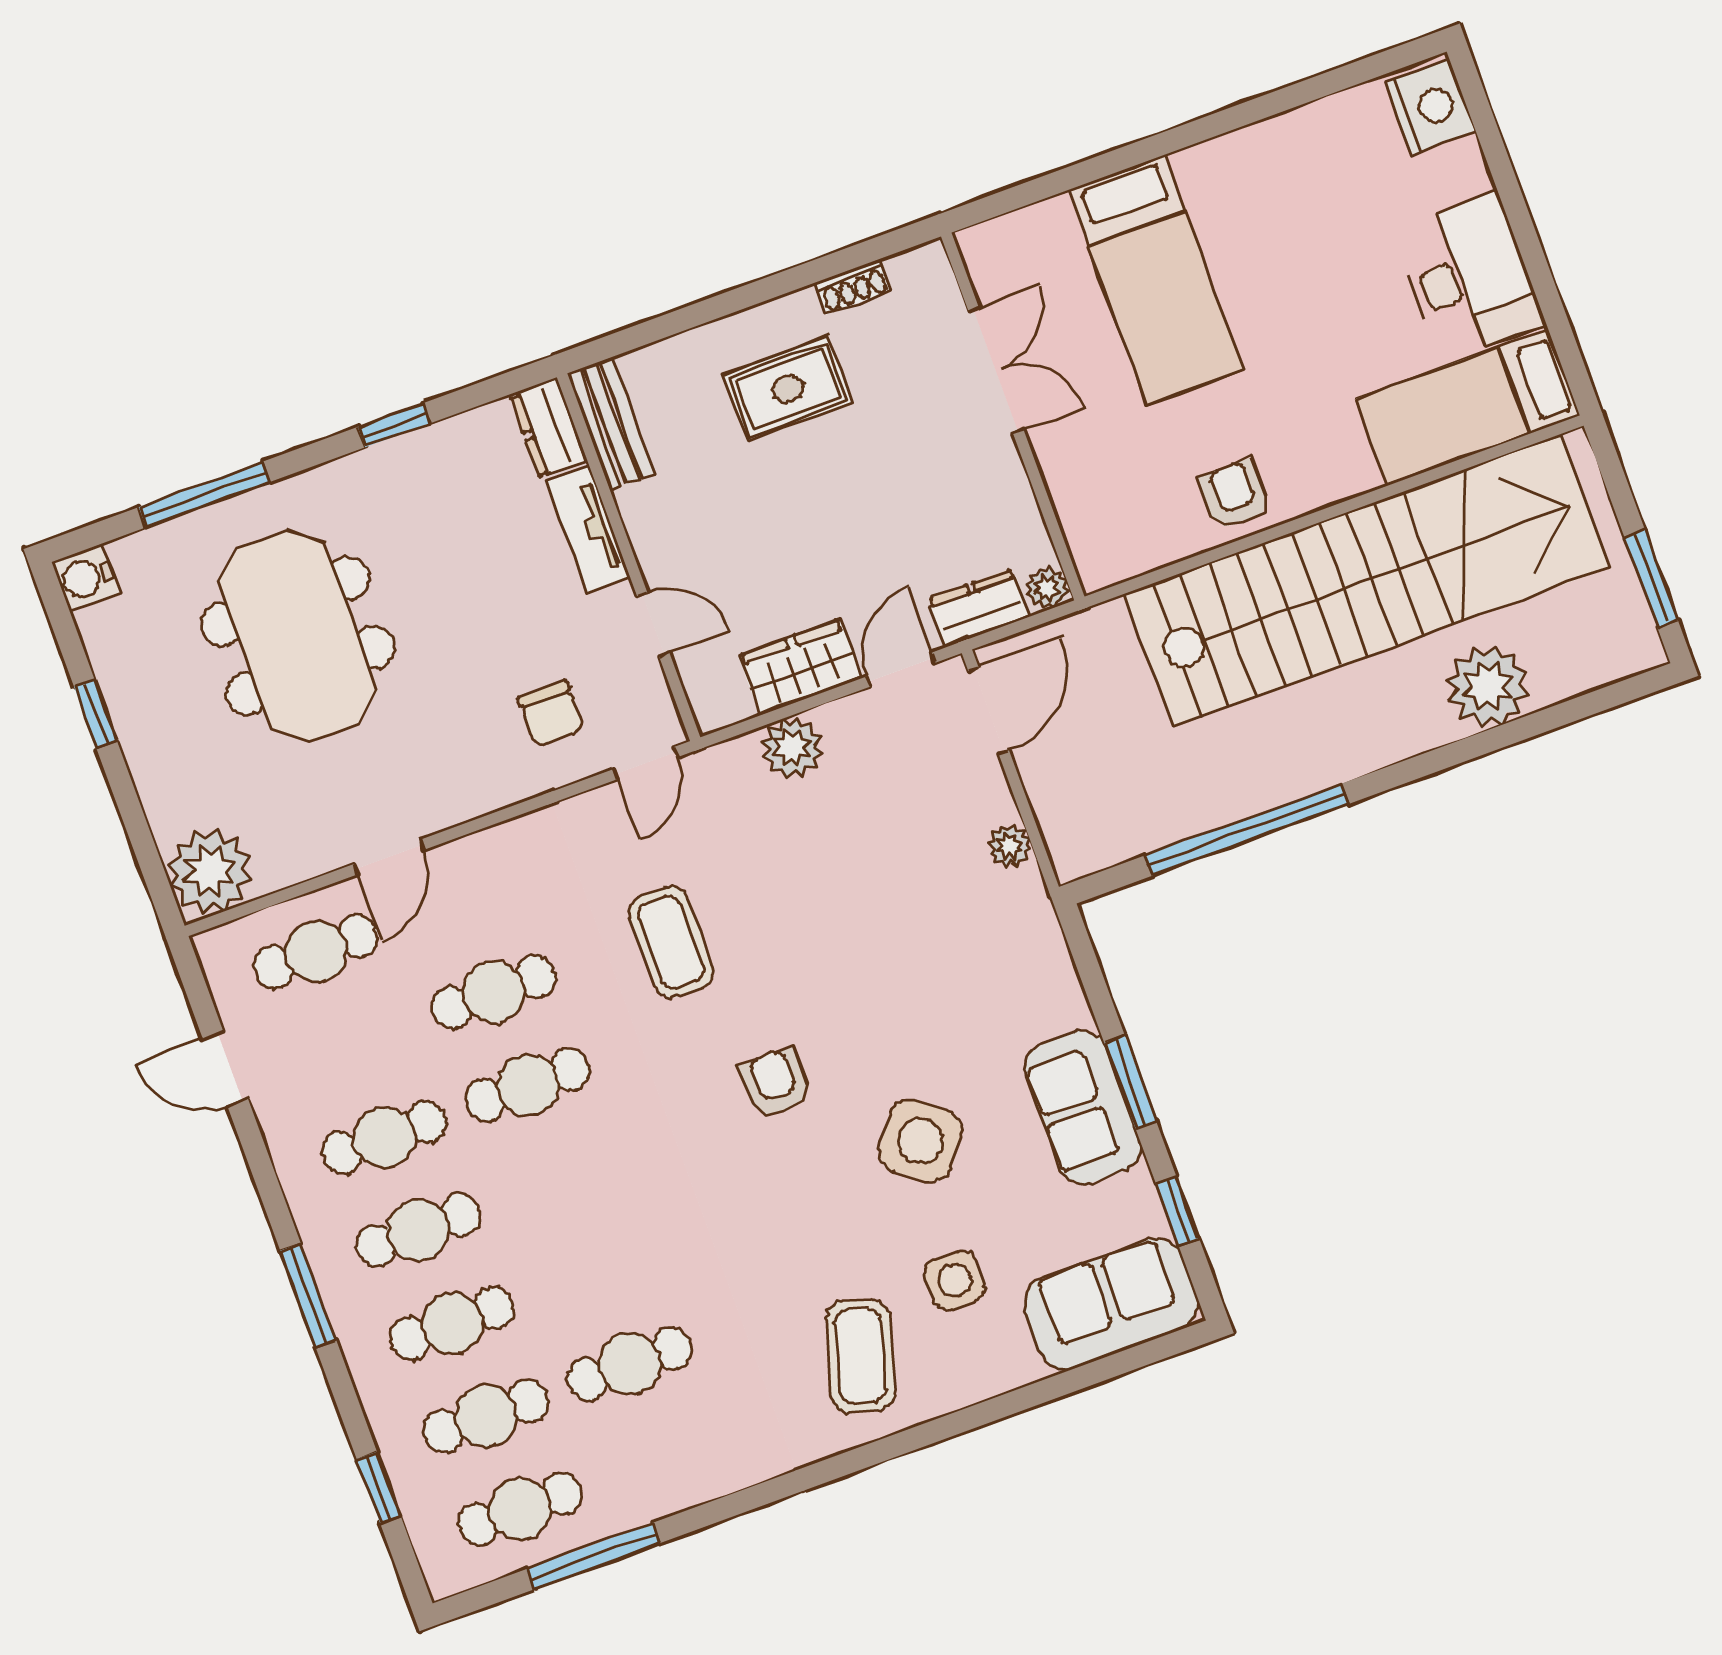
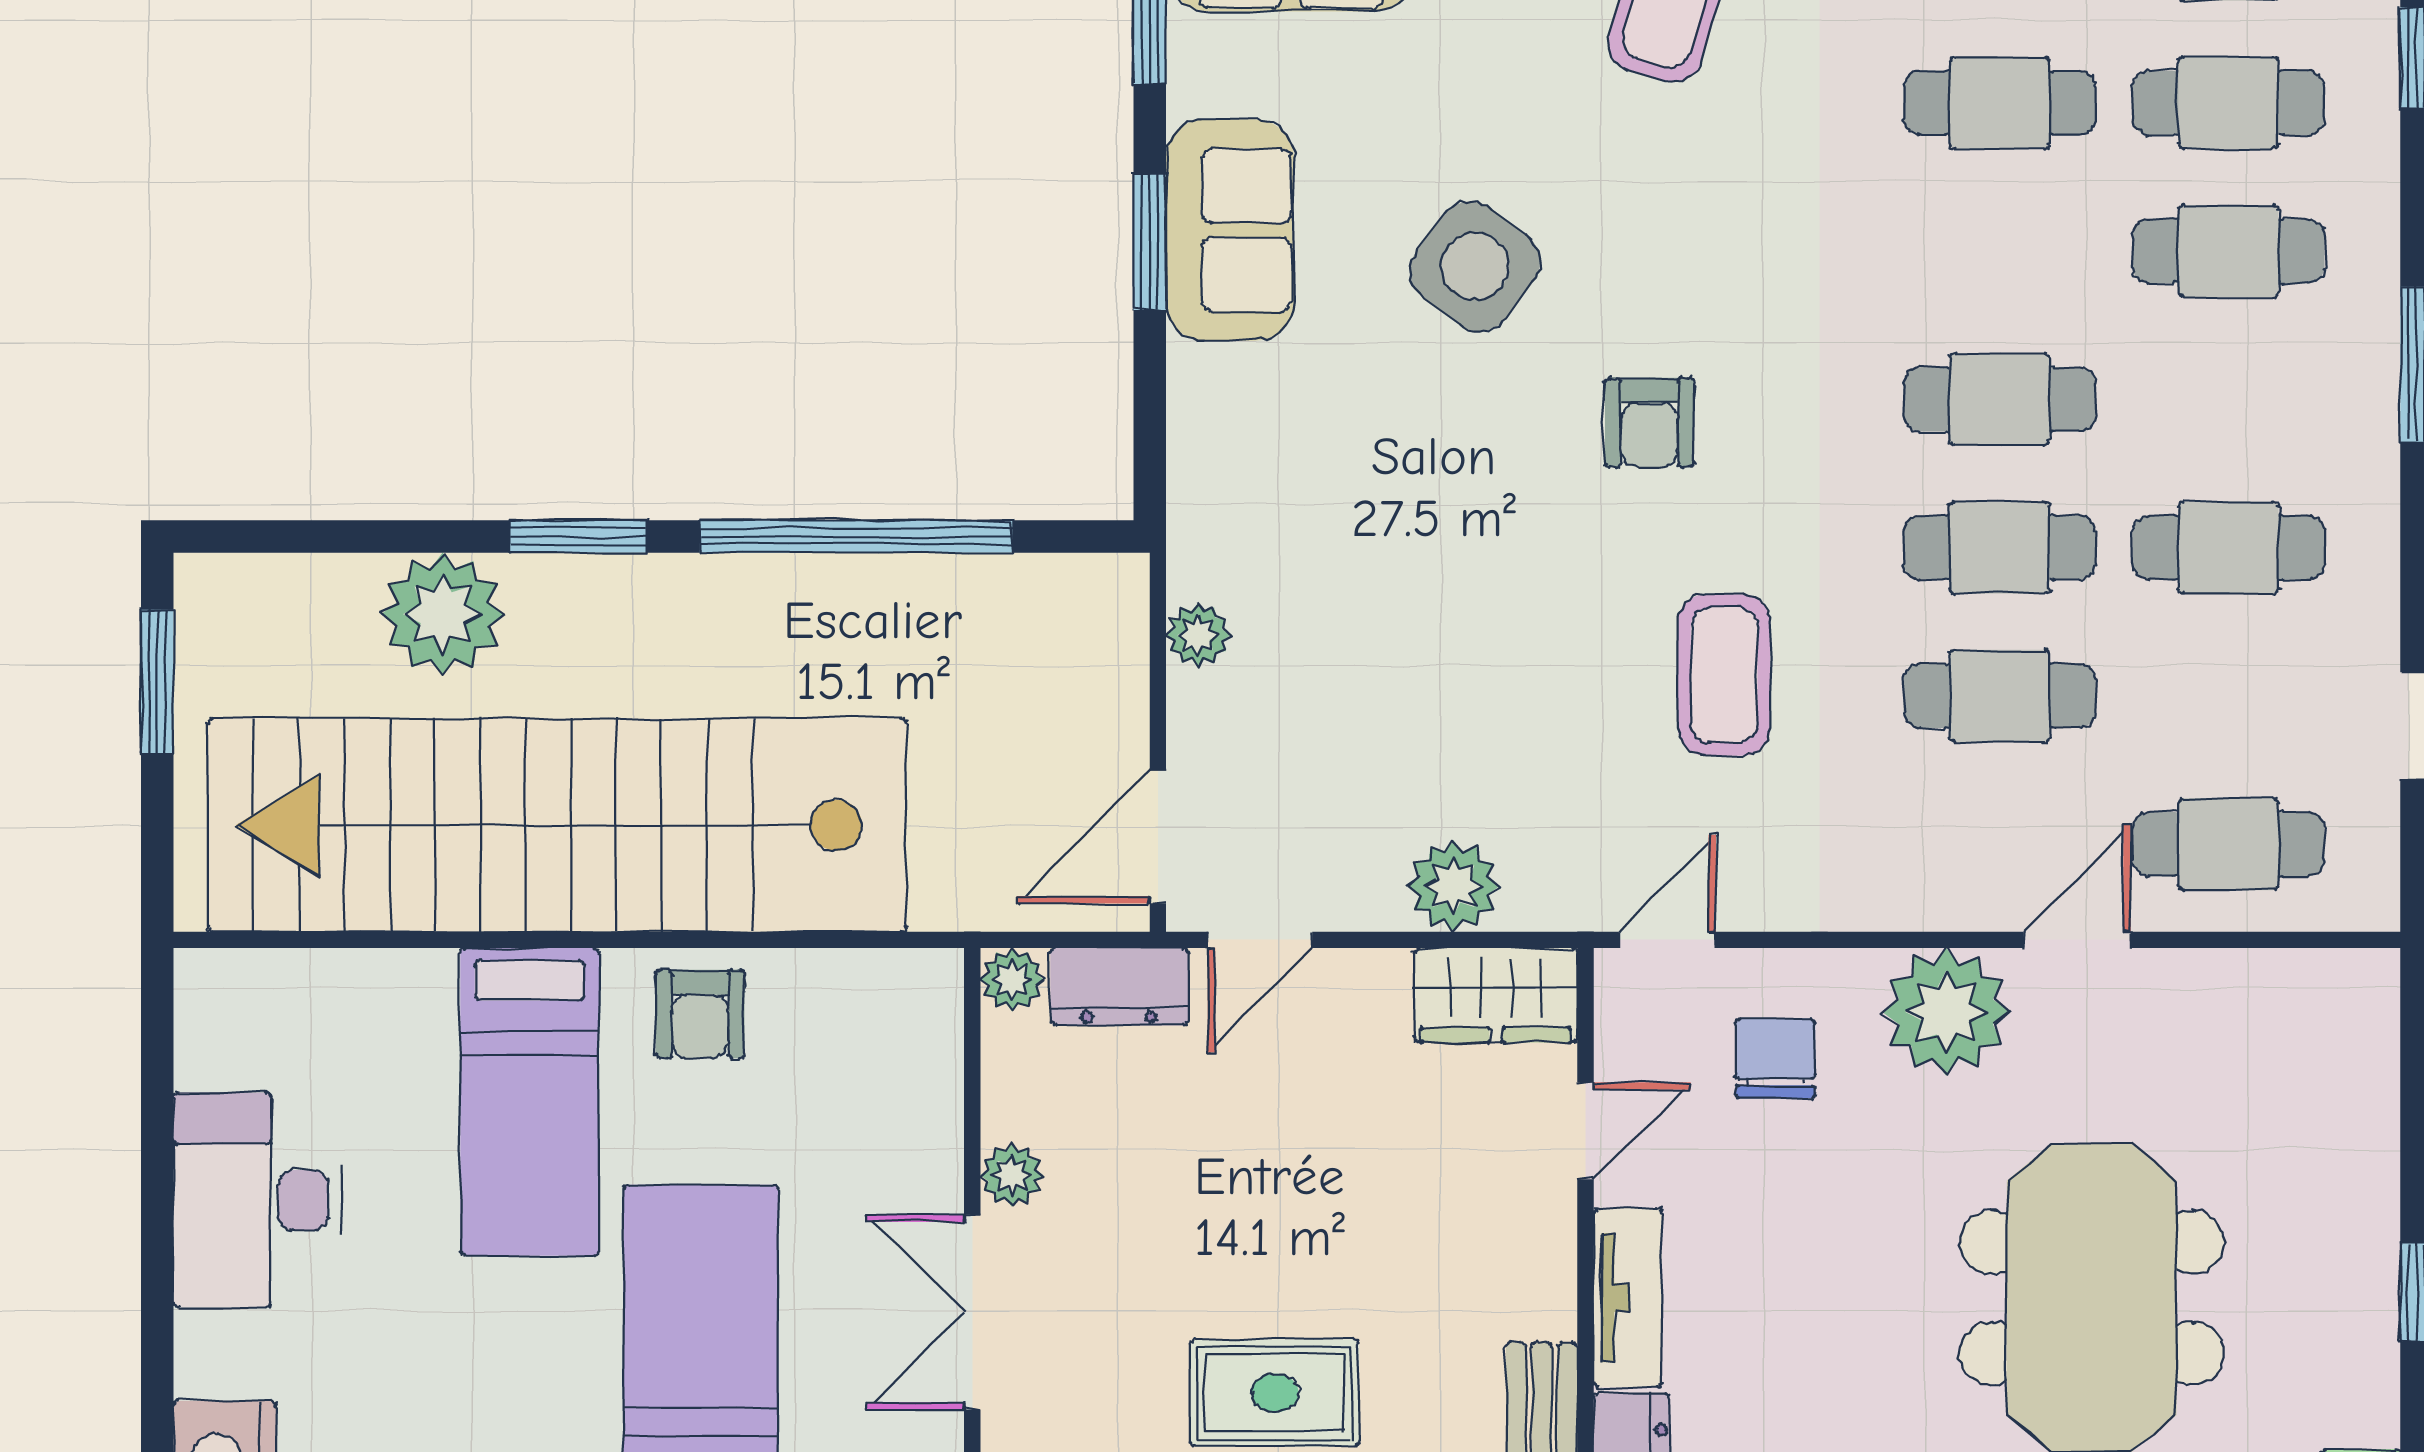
bed: (1468, 407) -> (530, 1102), moved, turned 90
plant: (1003, 465) -> (1012, 1175), added
door: (653, 625) -> (1585, 1131), swing flipped
wardrobe: (800, 667) -> (1496, 995), moved
window: (1421, 766) -> (578, 536), added
plant: (210, 871) -> (1946, 1012), moved
cafe table: (418, 1230) -> (2000, 399), moved
side table: (955, 1280) -> (1499, 53), removed

